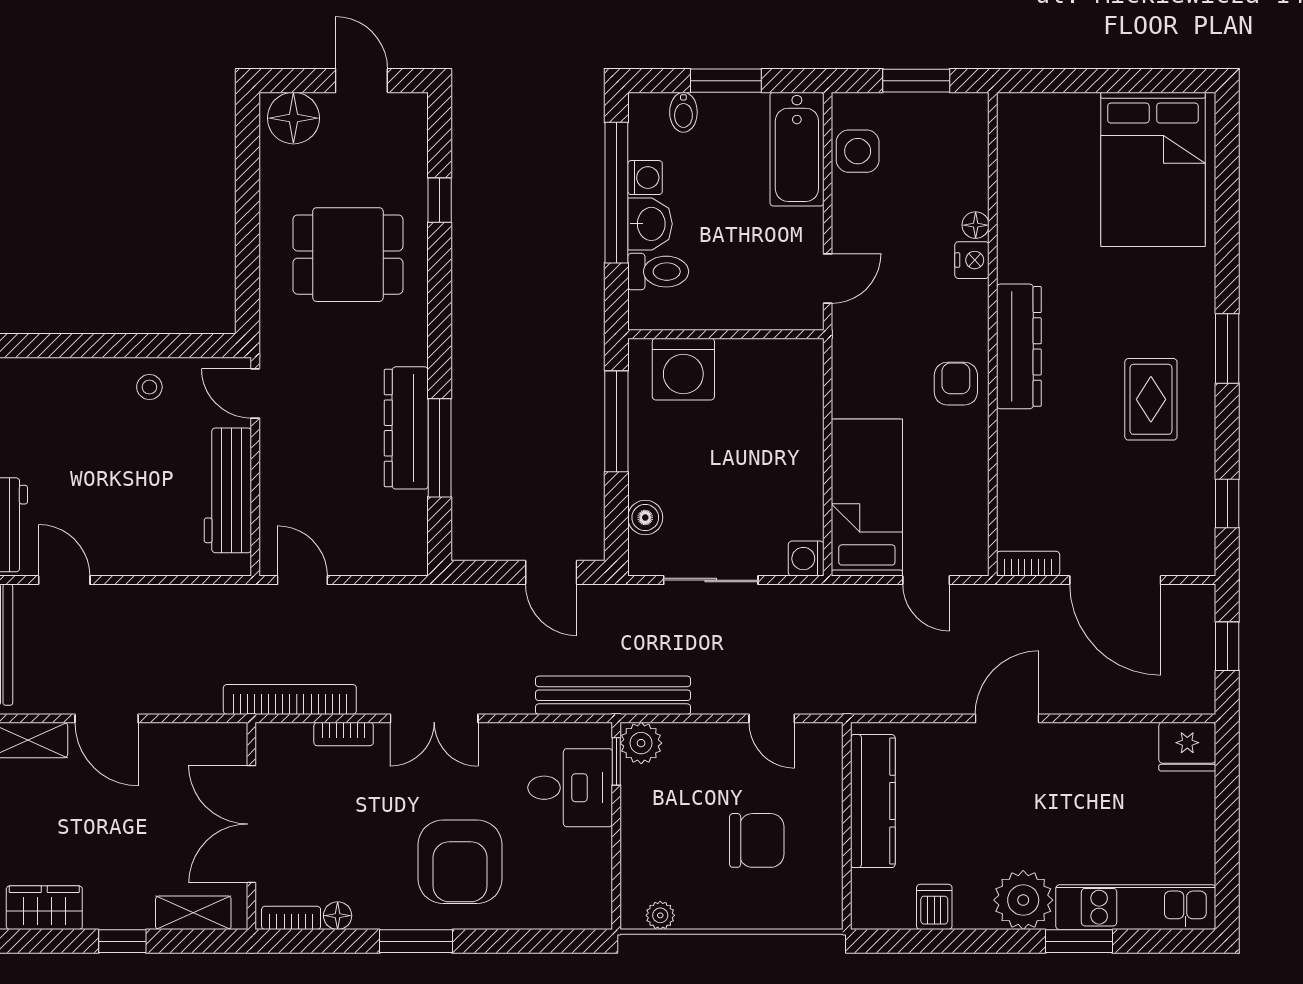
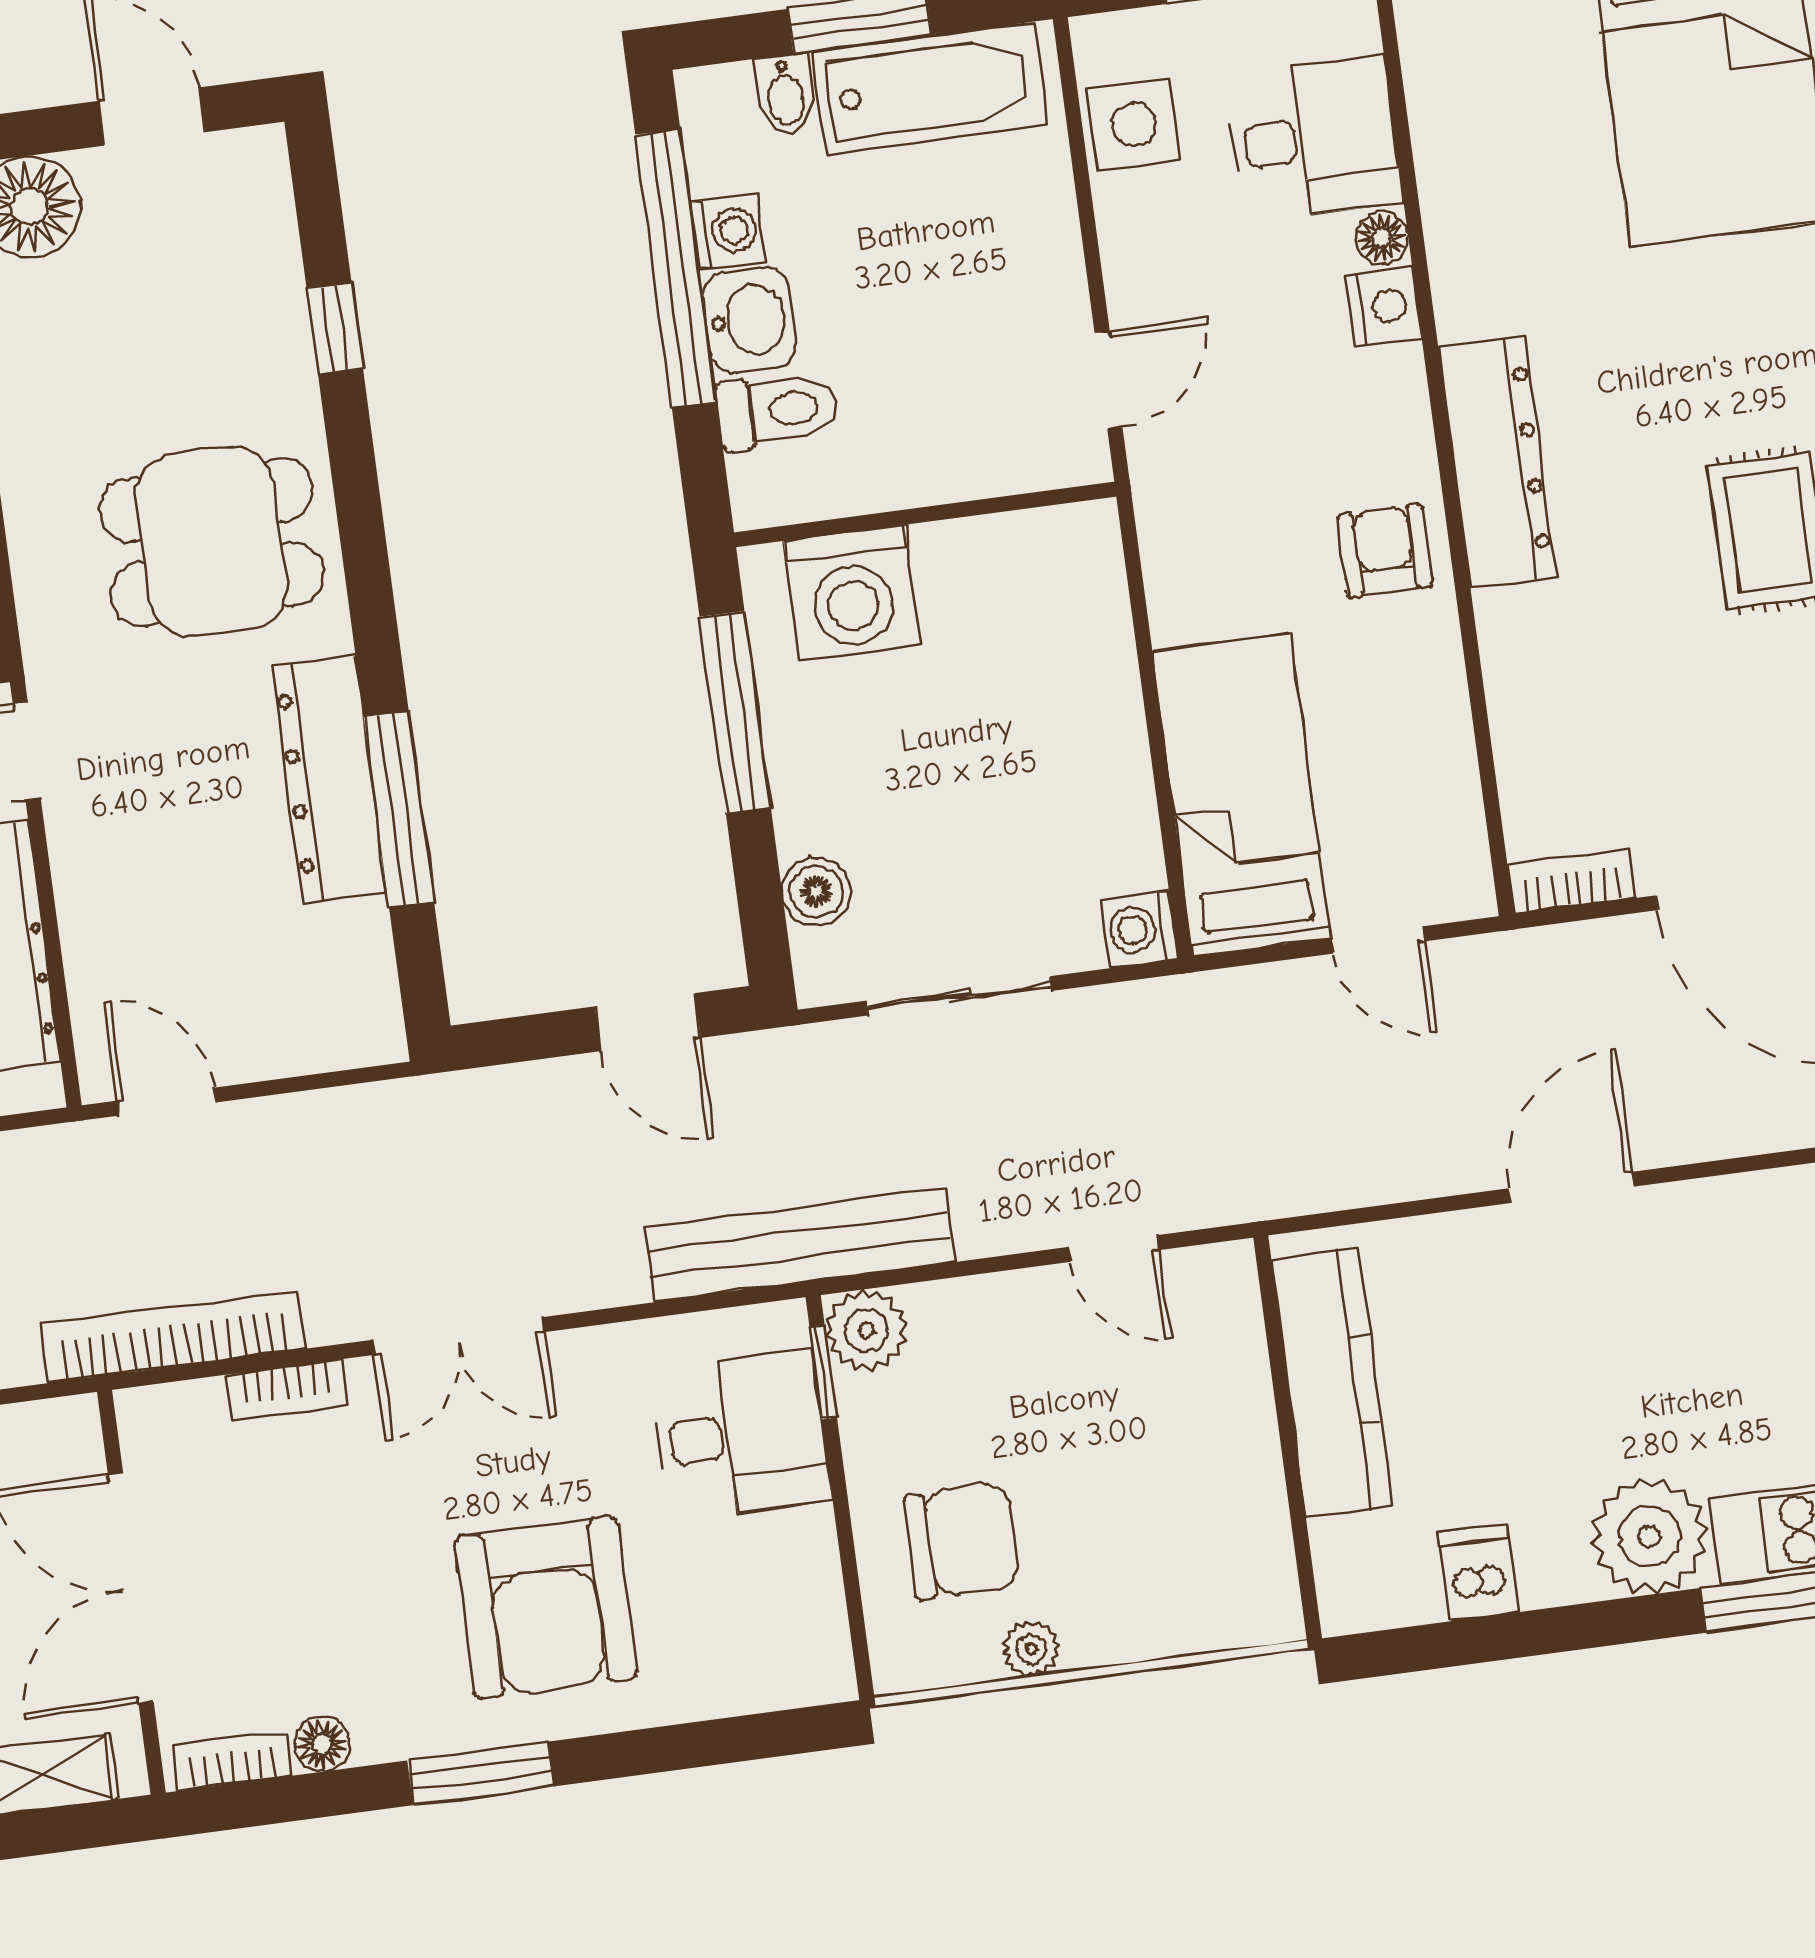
bathtub: (797, 149) -> (930, 89), moved, turned -90
desk: (948, 170) -> (1314, 139), added
dining table: (348, 255) -> (212, 542), moved
chair: (757, 840) -> (962, 1541), moved
plant: (660, 915) -> (1031, 1649), moved

